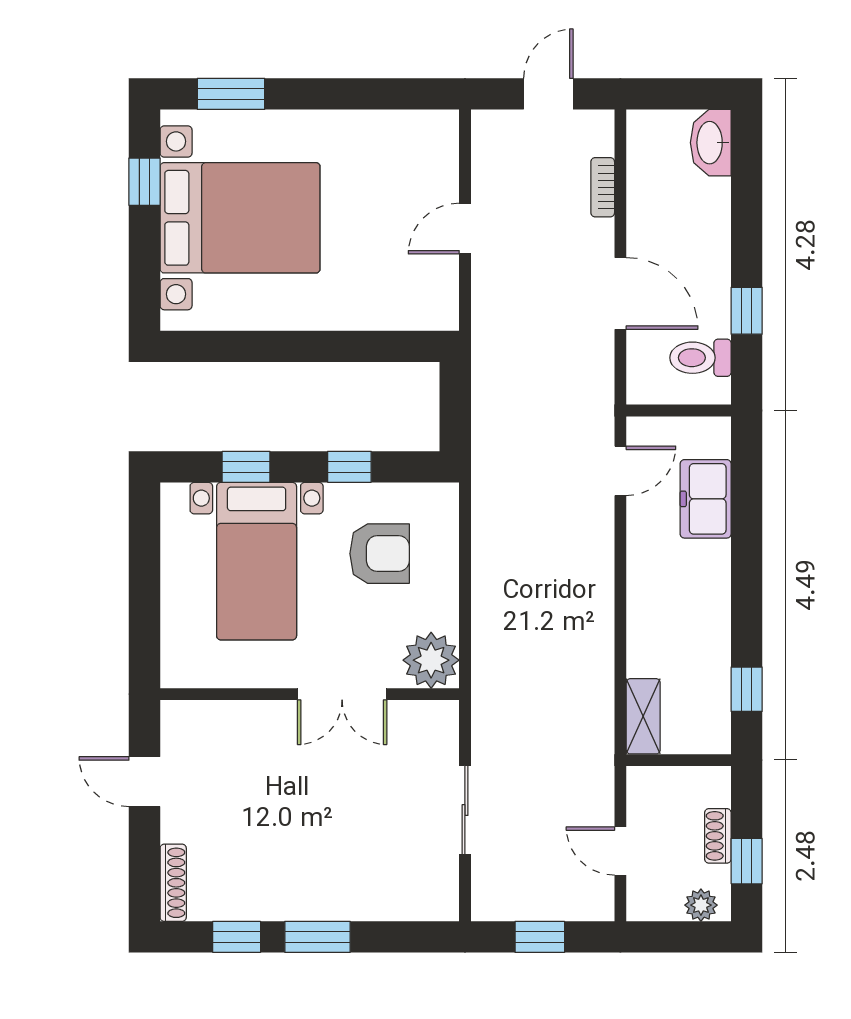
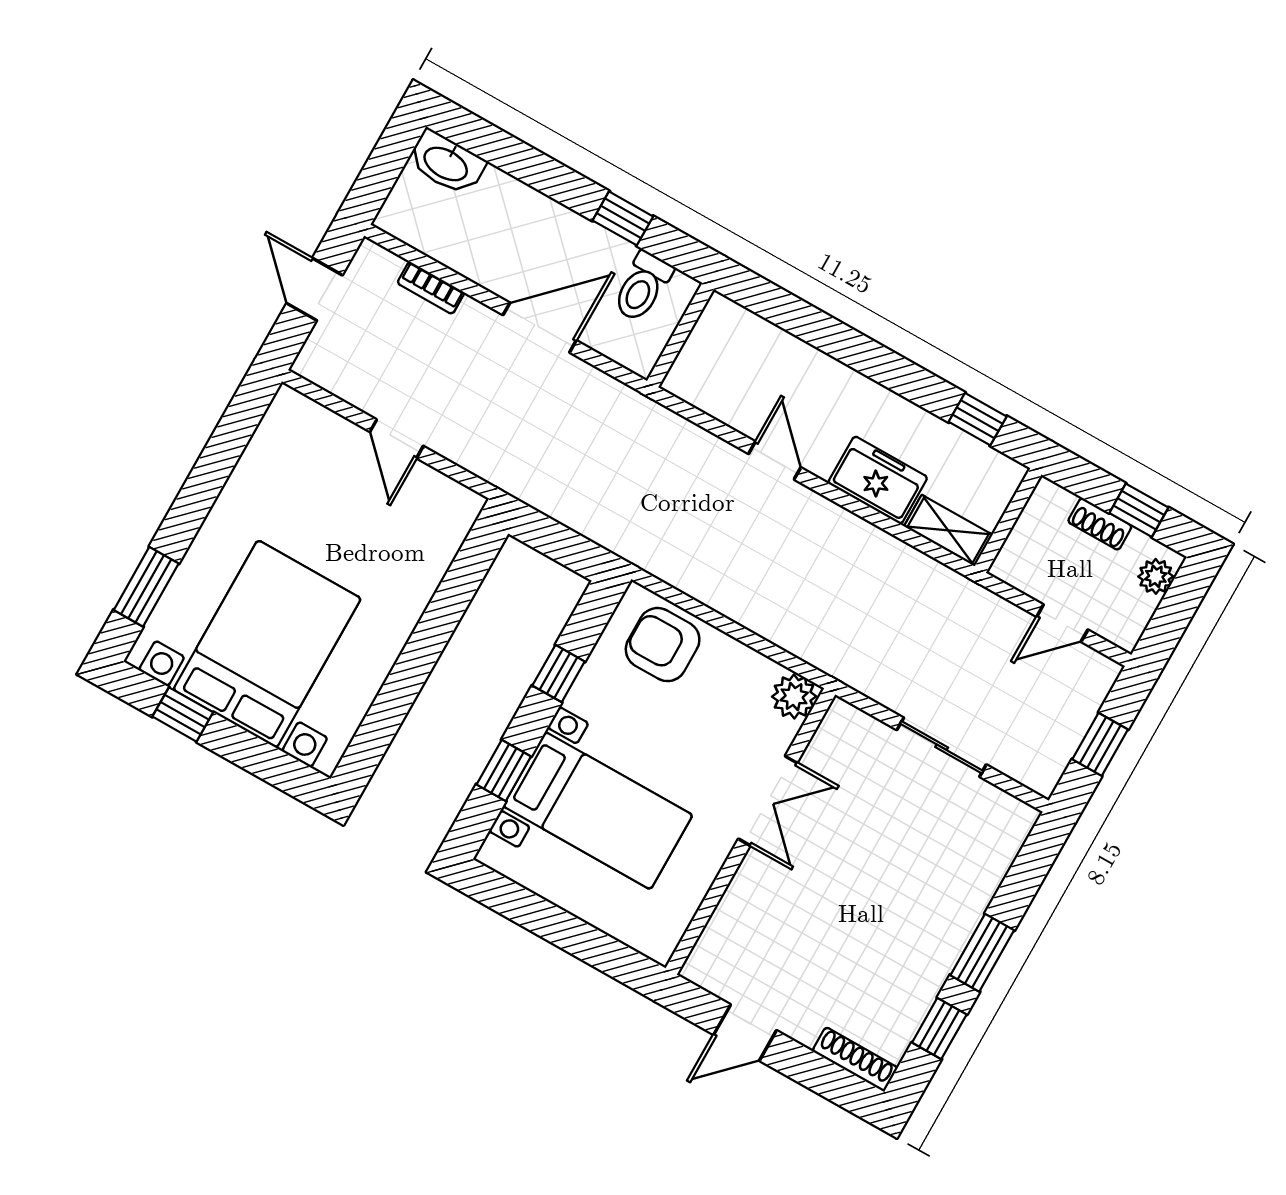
door: (620, 471) -> (775, 461), moved
freezer: (706, 499) -> (878, 480), moved, turned 180
armchair: (380, 554) -> (663, 645), moved, turned -90
plant: (431, 660) -> (794, 696), width x0.73, depth x0.73

